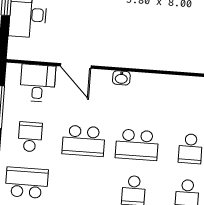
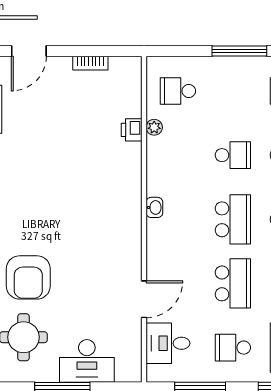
washbasin: (121, 78) -> (154, 207), moved

